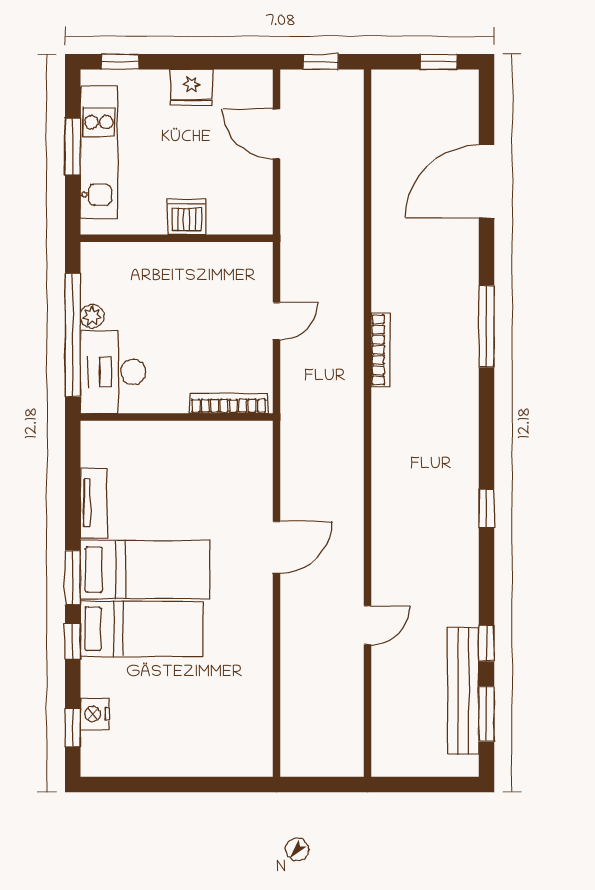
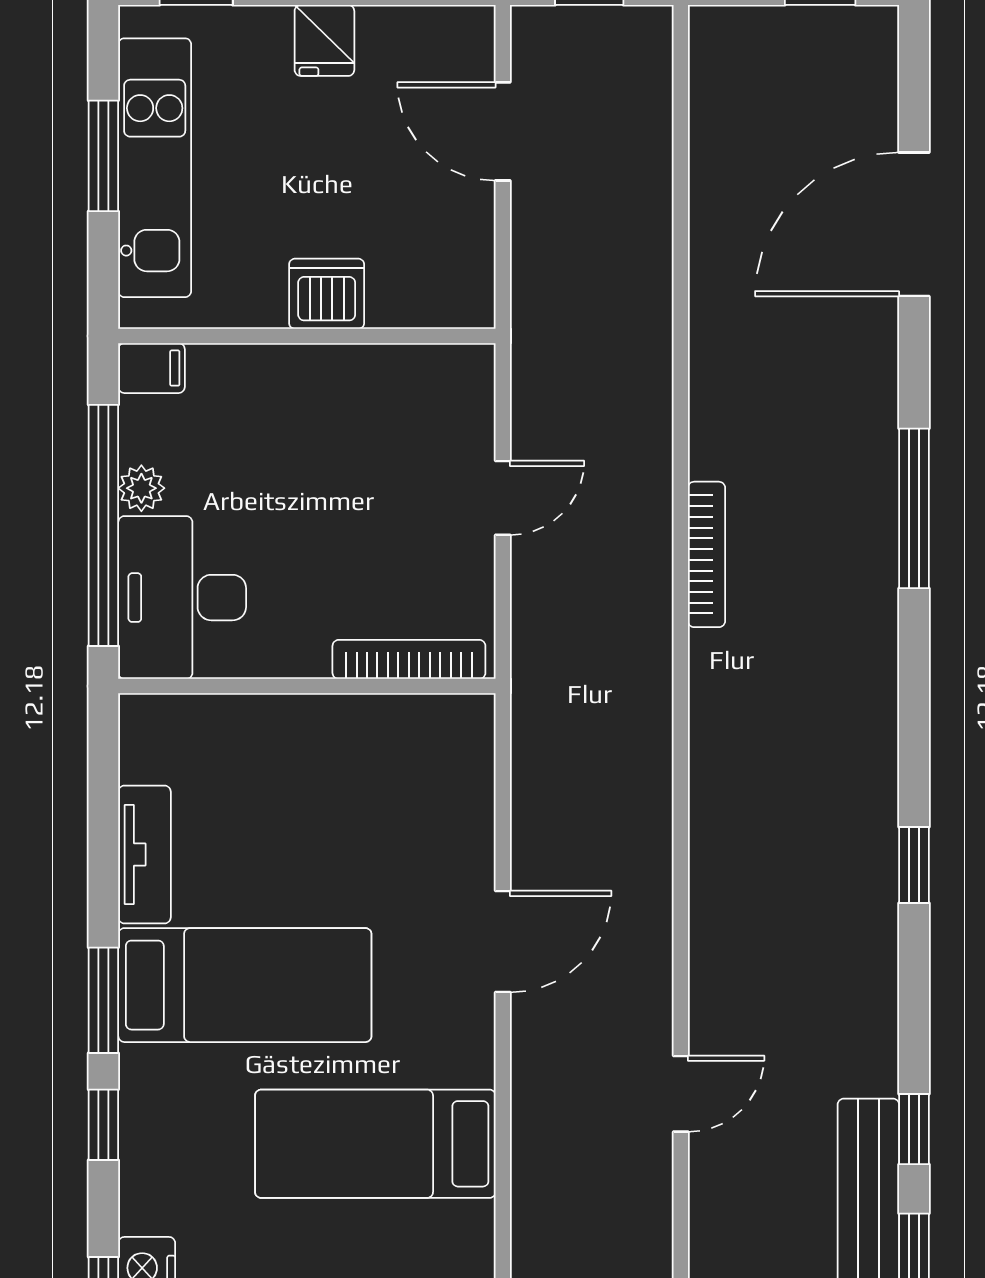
fridge: (191, 87) -> (324, 40), width x0.72
filing cabinet: (97, 255) -> (151, 368), added
bed: (142, 629) -> (375, 1144), moved, turned 180

